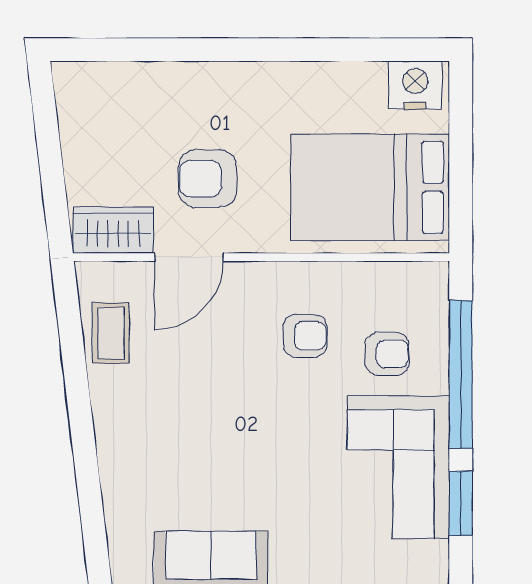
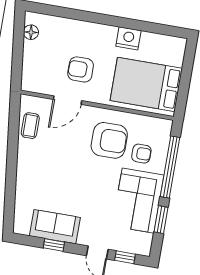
nightstand: (415, 85) -> (128, 38), moved
floor lamp: (74, 110) -> (31, 32), added
wardrobe: (113, 230) -> (39, 84), removed
armchair: (305, 336) -> (109, 140), width x1.88, depth x1.88

